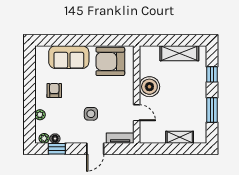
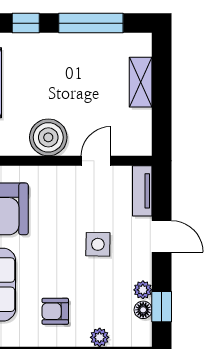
window: (212, 110) -> (91, 23), width x1.44
plant: (44, 138) -> (143, 290), moved

